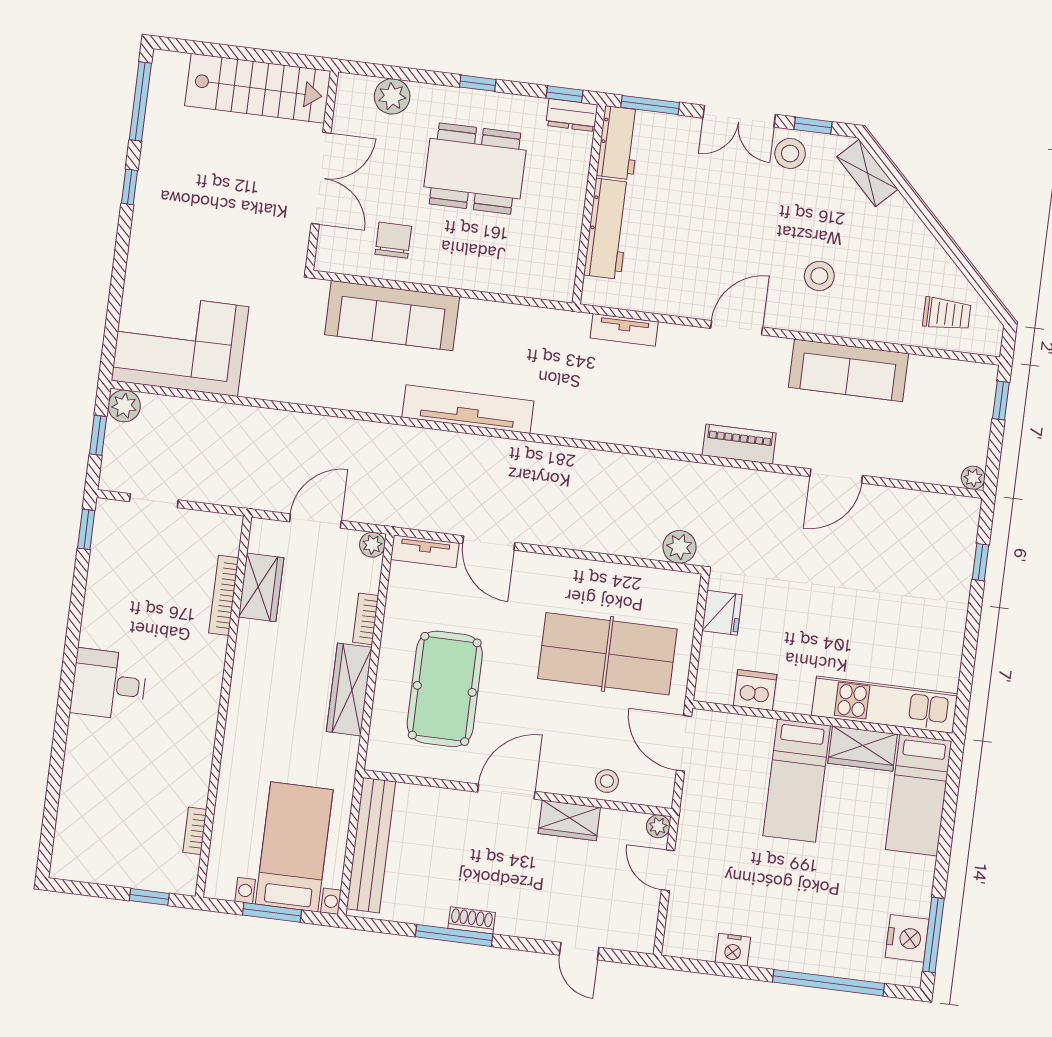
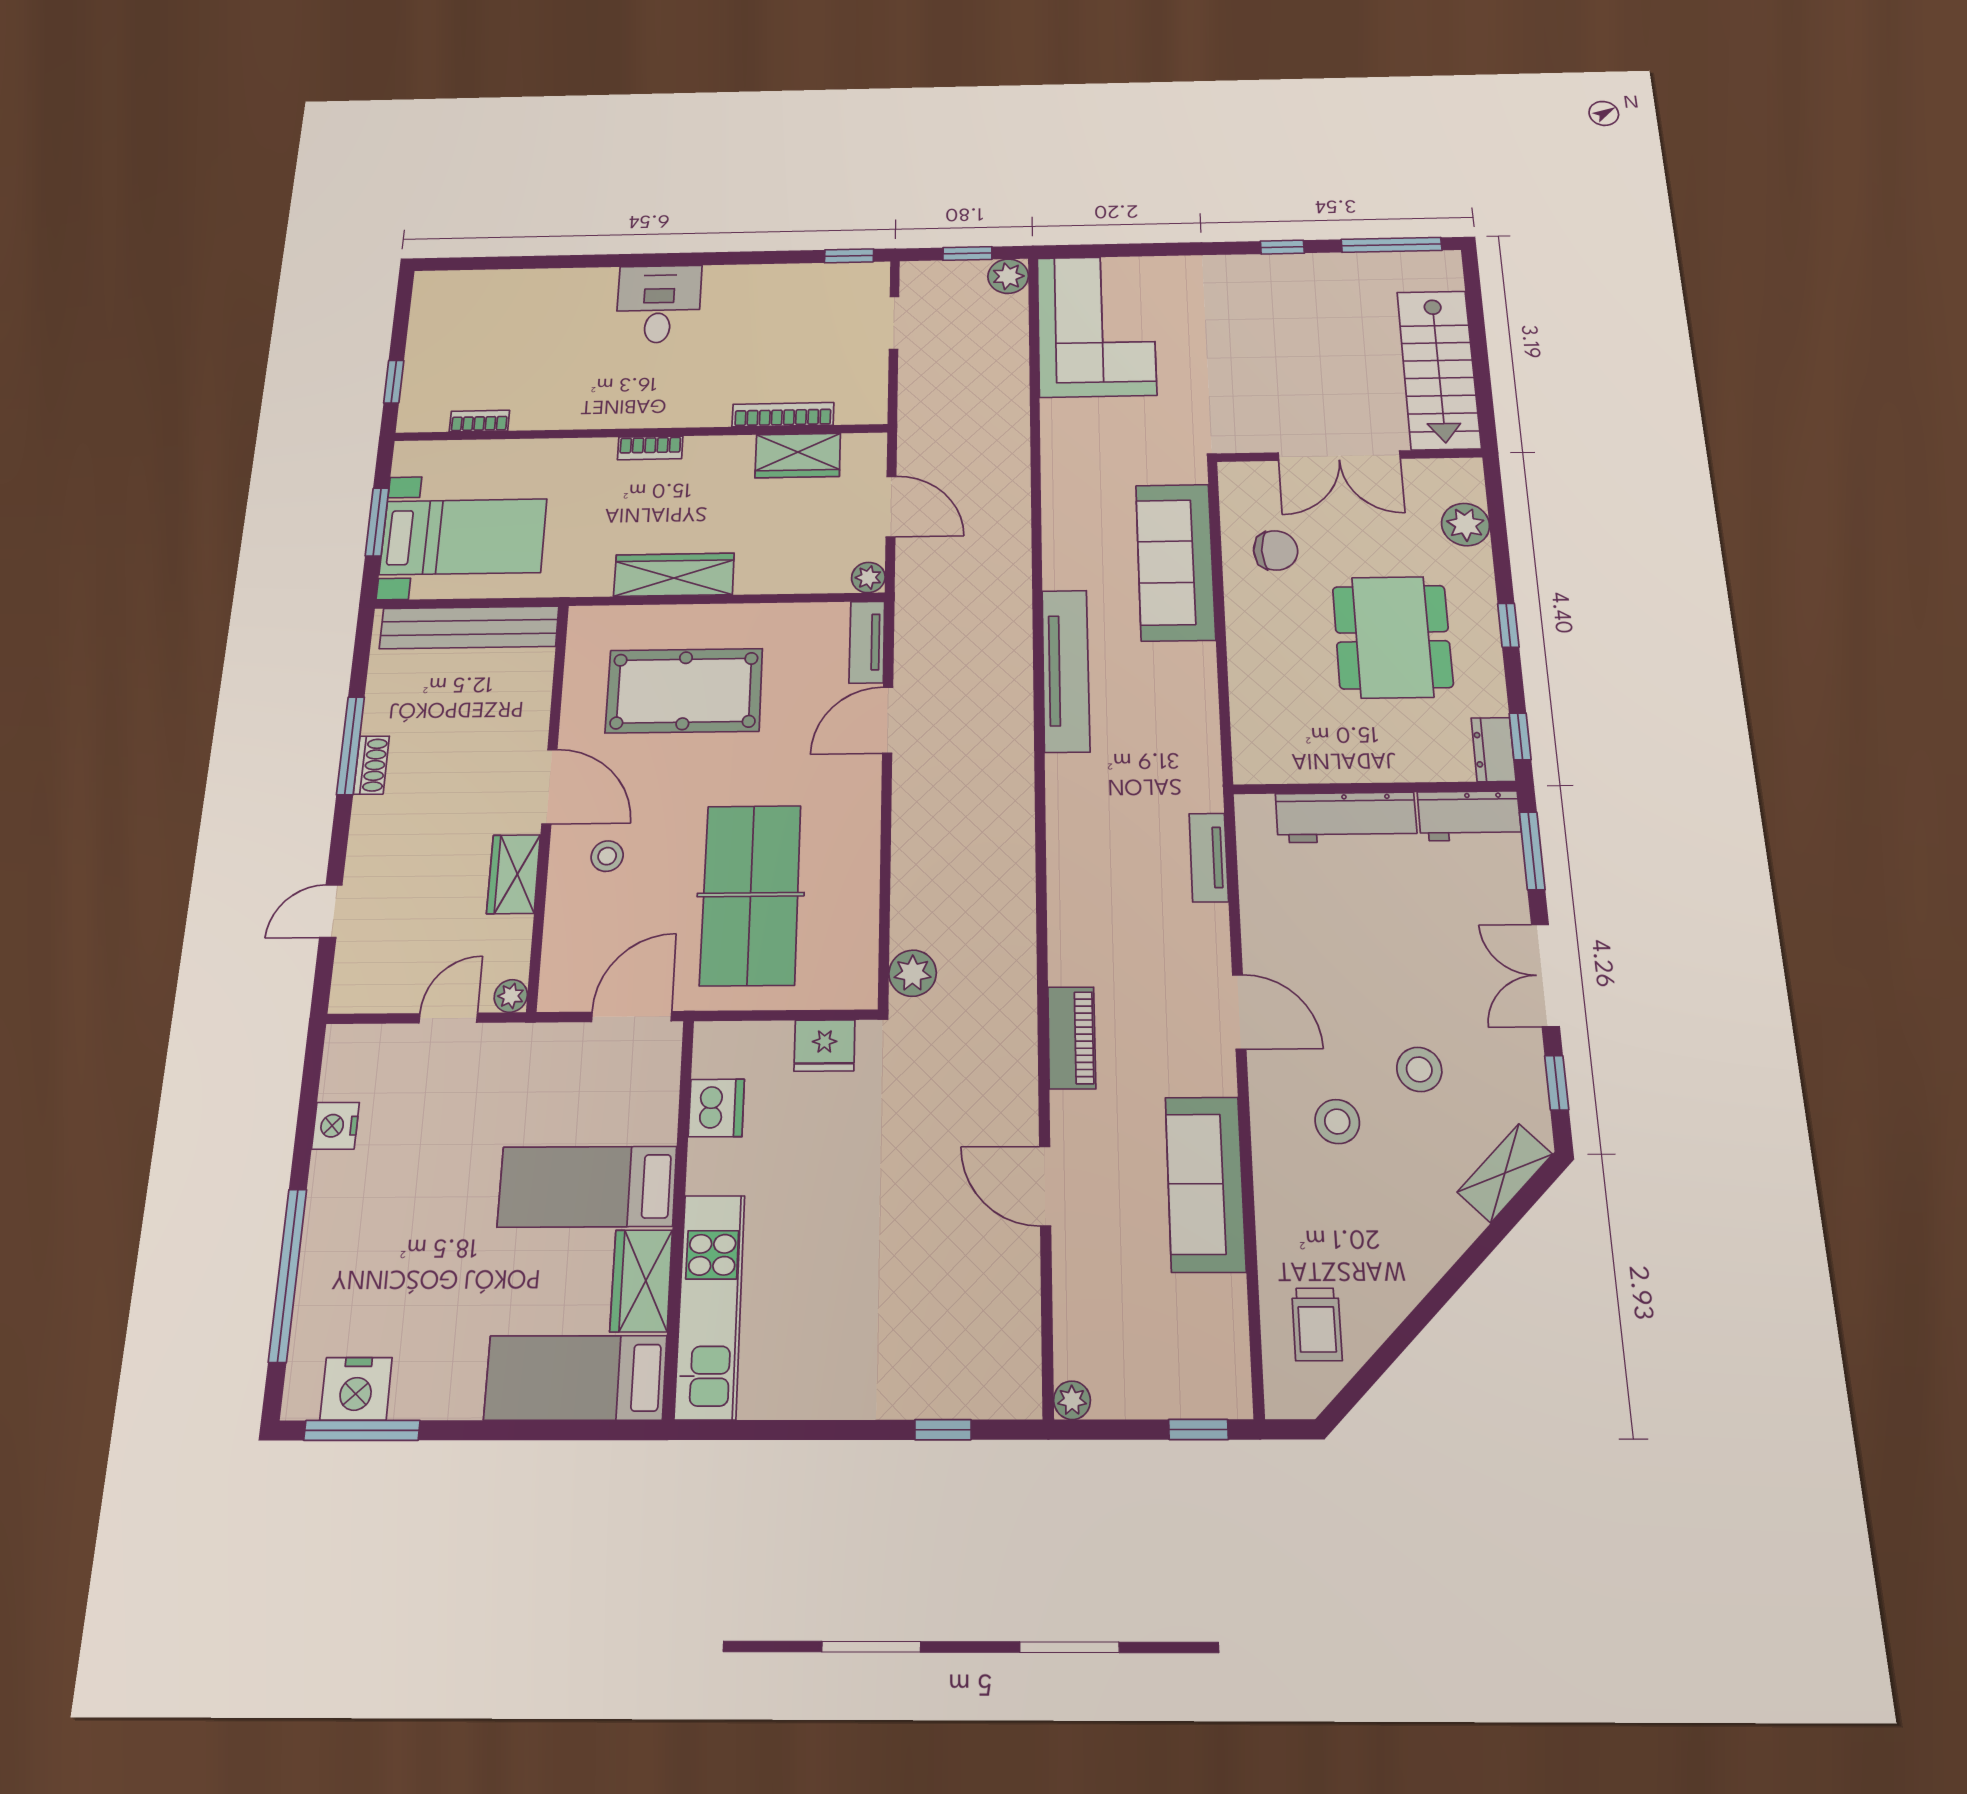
stool: (790, 153) -> (1419, 1069), moved
bookcase: (366, 619) -> (650, 448), moved, turned 180
stool: (607, 781) -> (607, 856), moved

